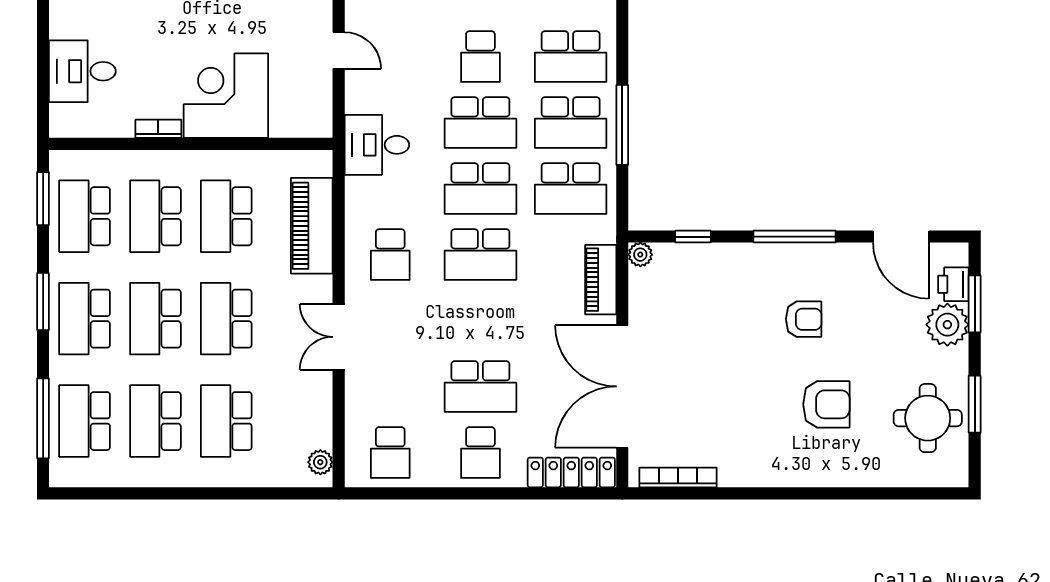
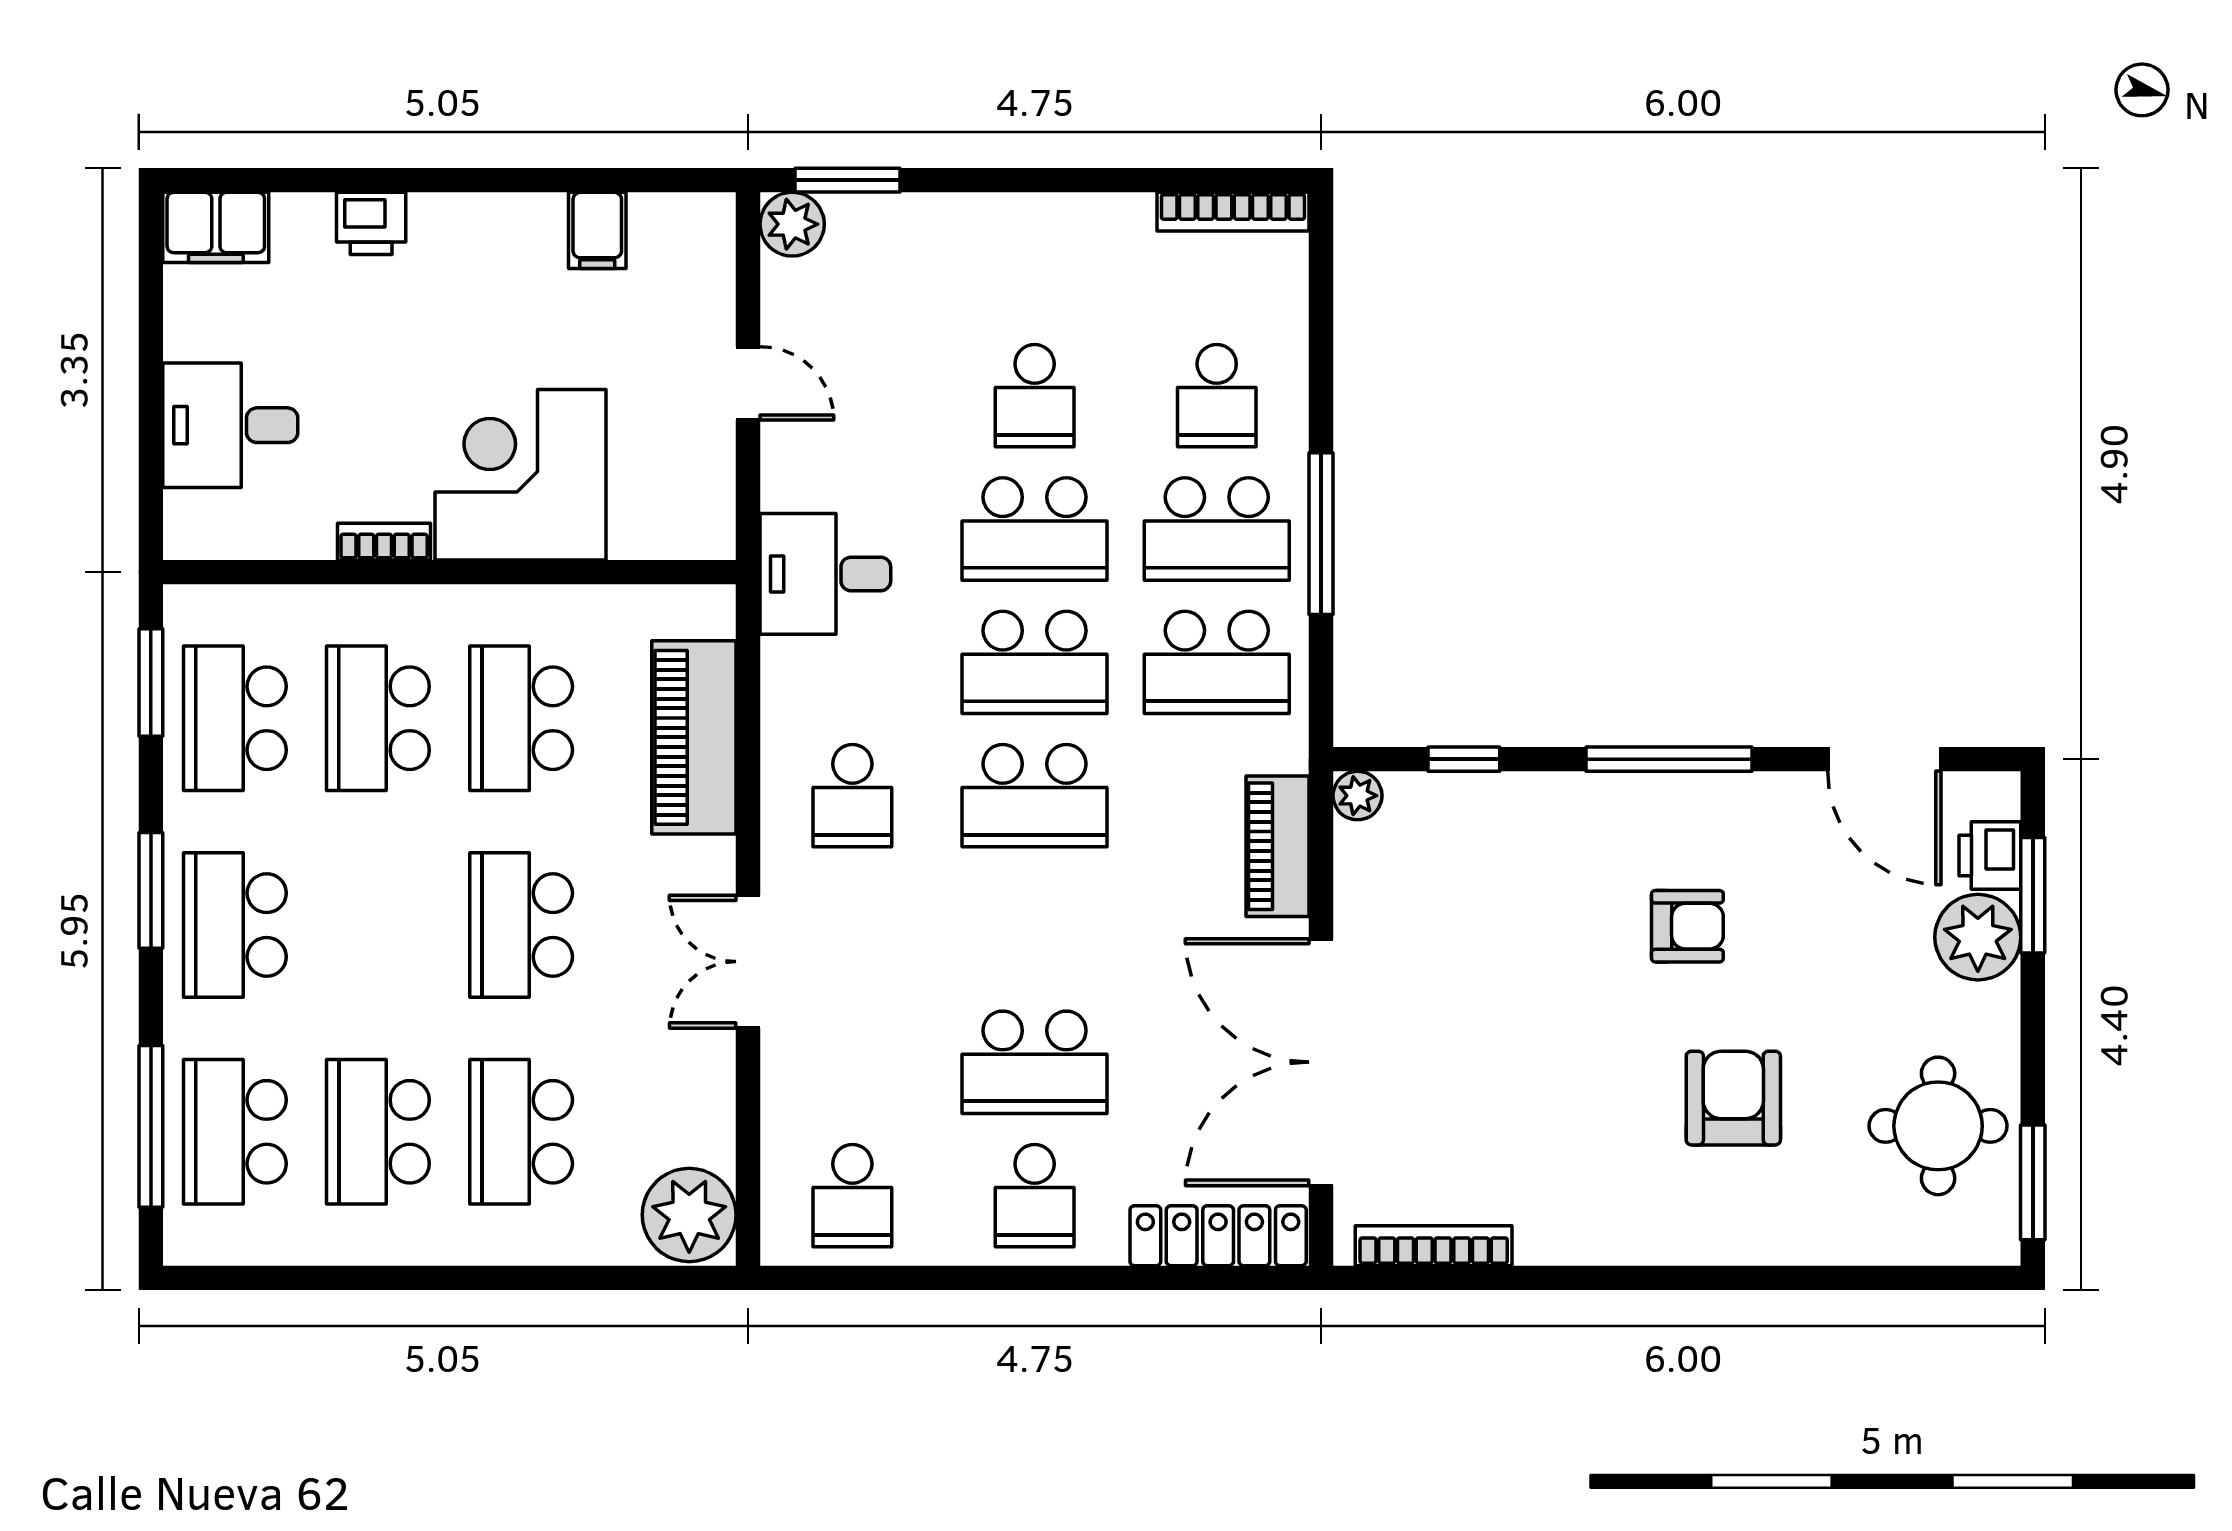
school desk: (571, 57) -> (1217, 396), width x0.54
school desk: (155, 319) -> (378, 925), removed
armchair: (826, 404) -> (1733, 1098), turned -90
window: (975, 404) -> (2033, 1182), moved
plant: (320, 462) -> (689, 1215), width x1.87, depth x1.87

